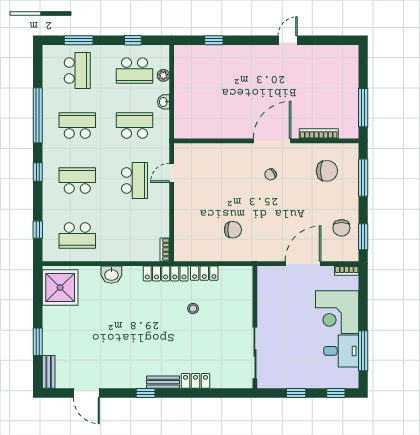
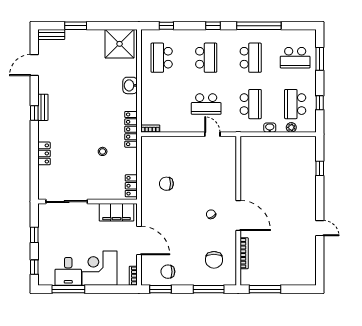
chair: (233, 230) -> (166, 184), turned 90
locker: (204, 273) -> (131, 186), moved
filing cabinet: (268, 291) -> (116, 212), added
bench: (163, 382) -> (43, 107), moved

